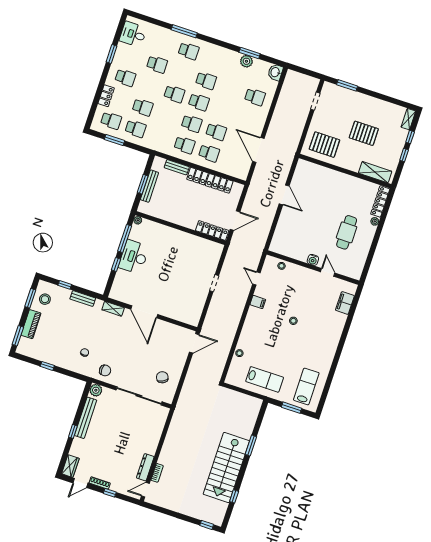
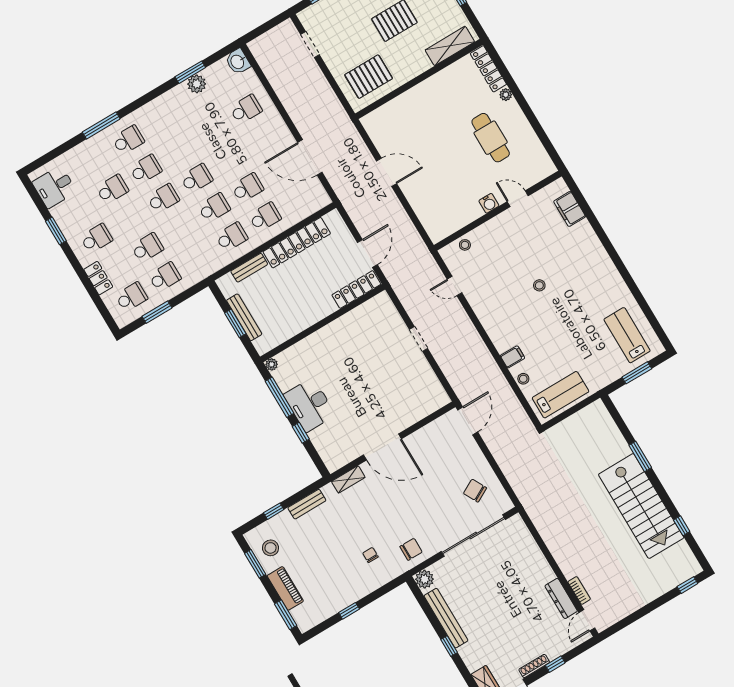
school desk: (206, 81) -> (146, 169), moved
filing cabinet: (258, 302) -> (513, 357), moved
lab bench: (265, 379) -> (561, 395), moved

